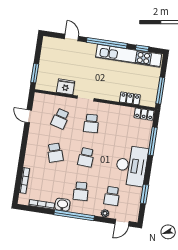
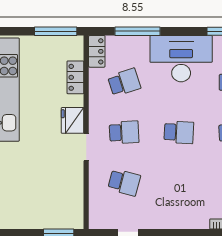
fridge: (66, 87) -> (73, 120), moved
school desk: (55, 153) -> (124, 82), moved

